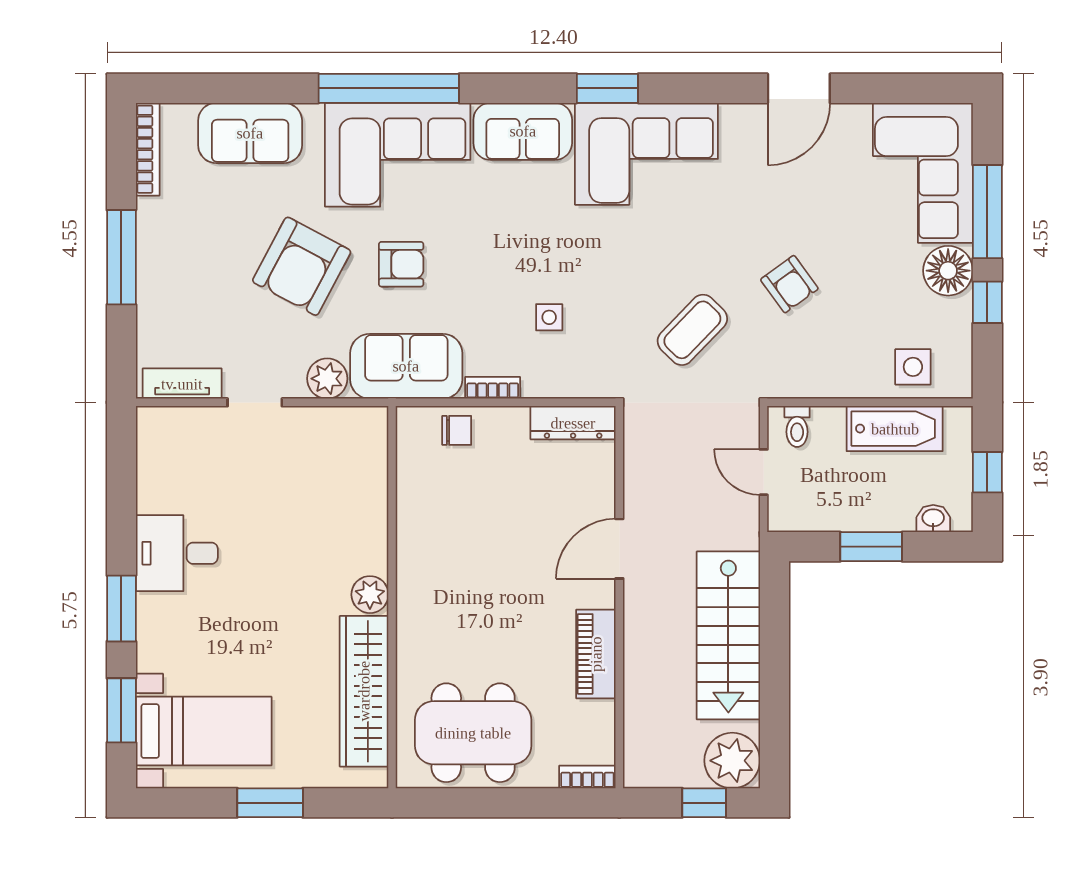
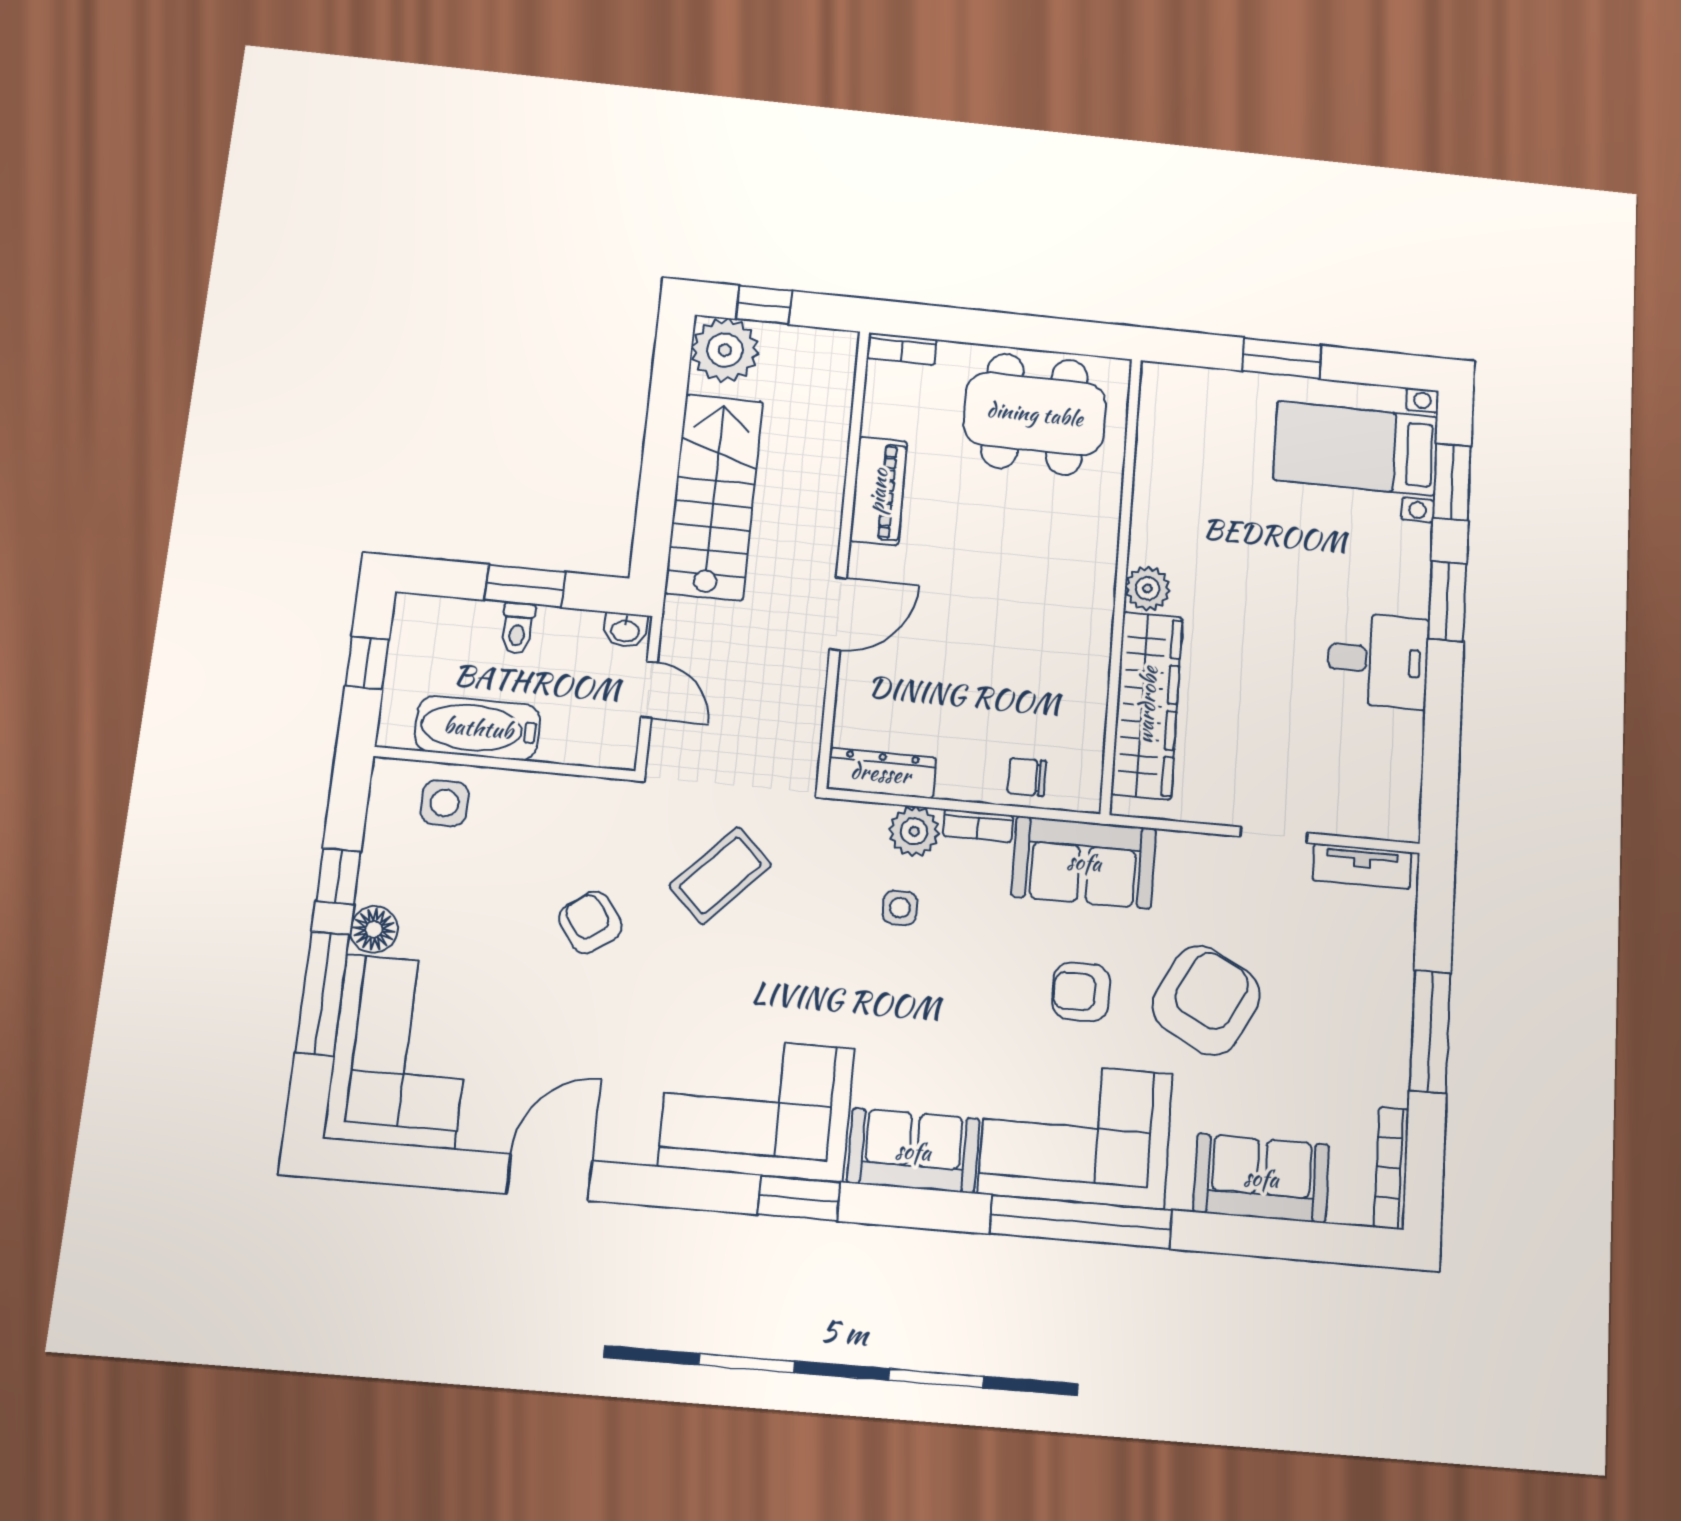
floor lamp: (948, 271) -> (374, 929), width x0.73, depth x0.73
plant: (327, 379) -> (914, 831), moved
toilet: (797, 426) -> (518, 628), moved, turned 180
washbasin: (933, 519) -> (625, 630), moved
wardrobe: (364, 691) -> (1147, 705), moved

